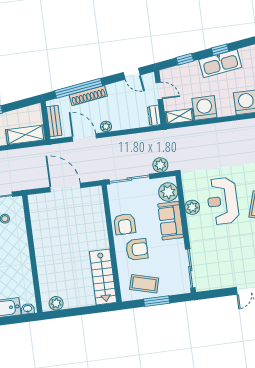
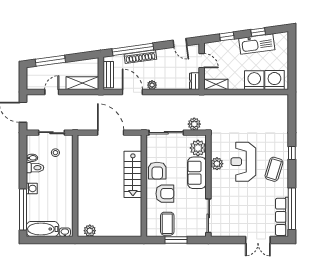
washing machine: (204, 108) -> (254, 80), moved
stairs: (103, 277) -> (133, 174), moved
coffee table: (144, 284) -> (167, 224), turned 75

